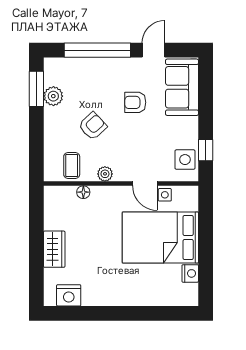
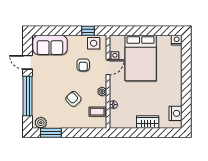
plant: (53, 96) -> (41, 123), moved
armchair: (135, 102) -> (83, 65), moved
nightstand: (190, 273) -> (177, 40), moved

